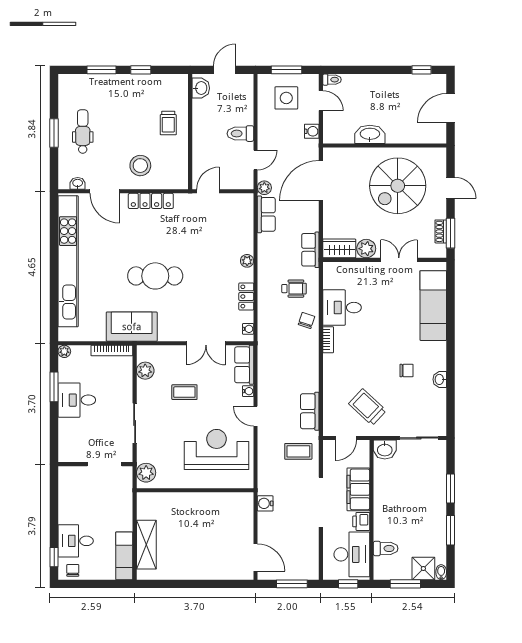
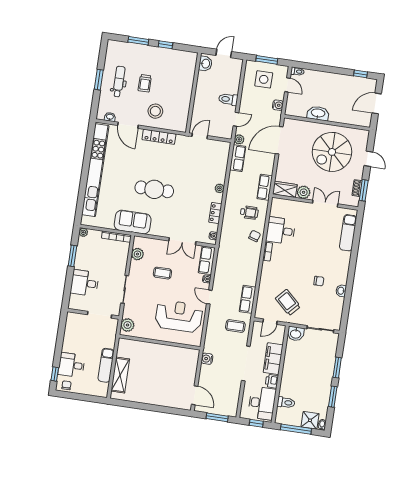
trolley: (168, 123) -> (145, 83), moved
exam couch: (433, 306) -> (348, 233), width x0.73, depth x0.69
desk: (77, 400) -> (85, 283), moved
exam couch: (124, 556) -> (106, 365), moved
window: (405, 584) -> (296, 429), width x1.44

